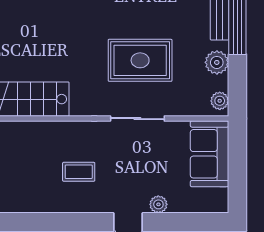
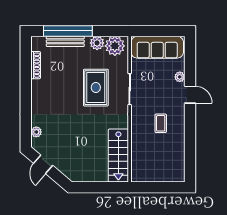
plant: (220, 101) -> (115, 46), width x1.88, depth x1.88
sofa: (209, 154) -> (157, 47), width x1.36

